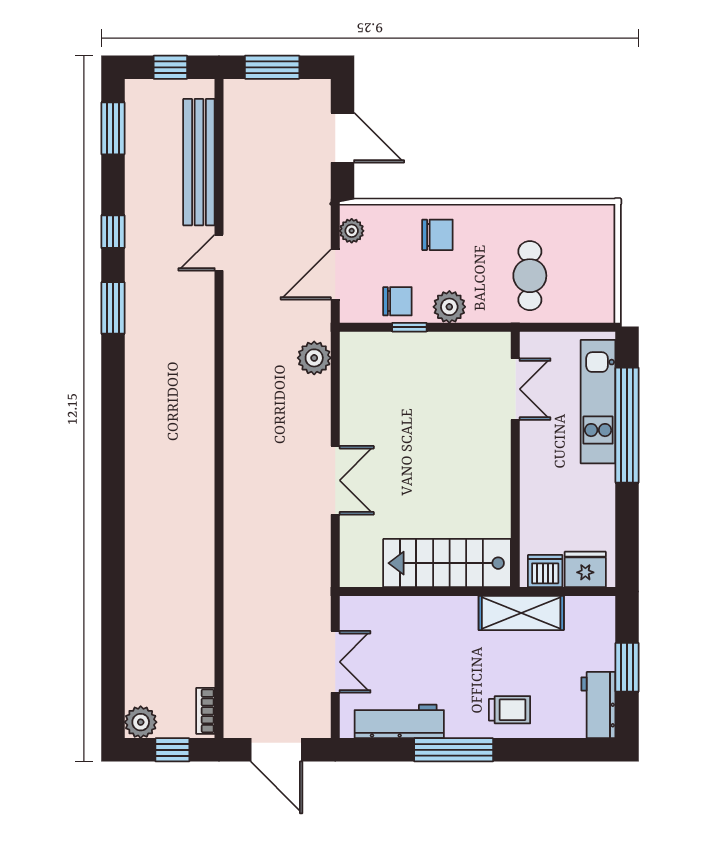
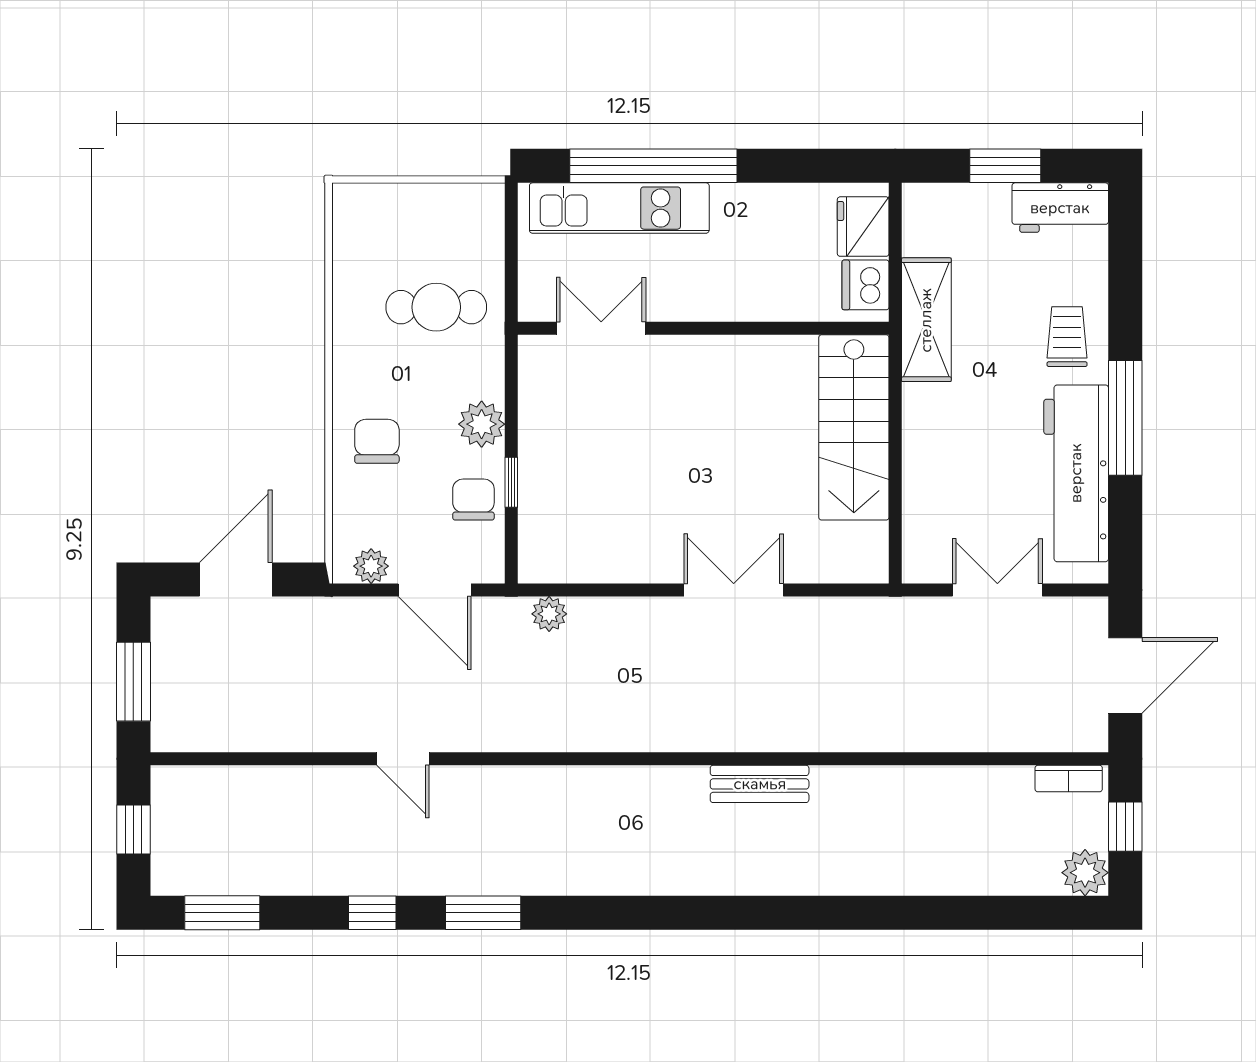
bench: (199, 162) -> (760, 784), moved, width x0.54, depth x0.82
plant: (314, 358) -> (549, 614), width x0.73, depth x0.73
workbench: (399, 721) -> (1076, 473), width x1.36, depth x1.32

